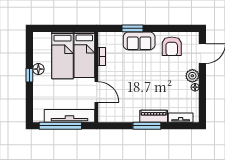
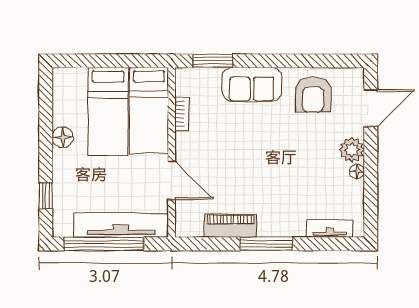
window: (133, 28) -> (213, 61), moved
window: (29, 75) -> (46, 196), moved
piano: (154, 116) -> (231, 226), moved

